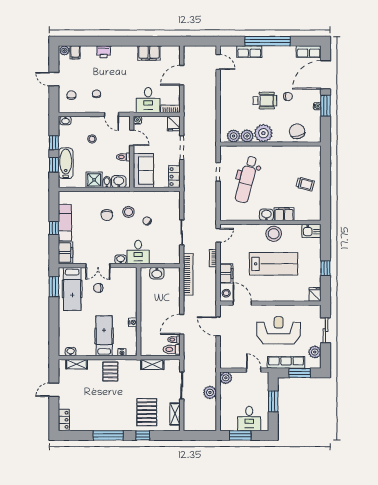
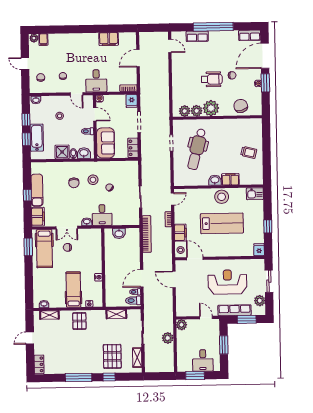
printer: (104, 52) -> (68, 39), removed
desk: (148, 100) -> (96, 81), moved

